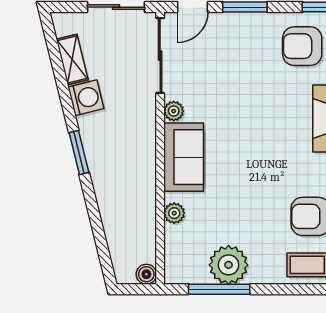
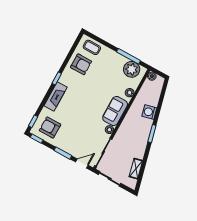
armchair: (302, 46) -> (50, 127), turned 180
washing machine: (86, 98) -> (149, 112), moved
plant: (229, 265) -> (132, 69), moved

